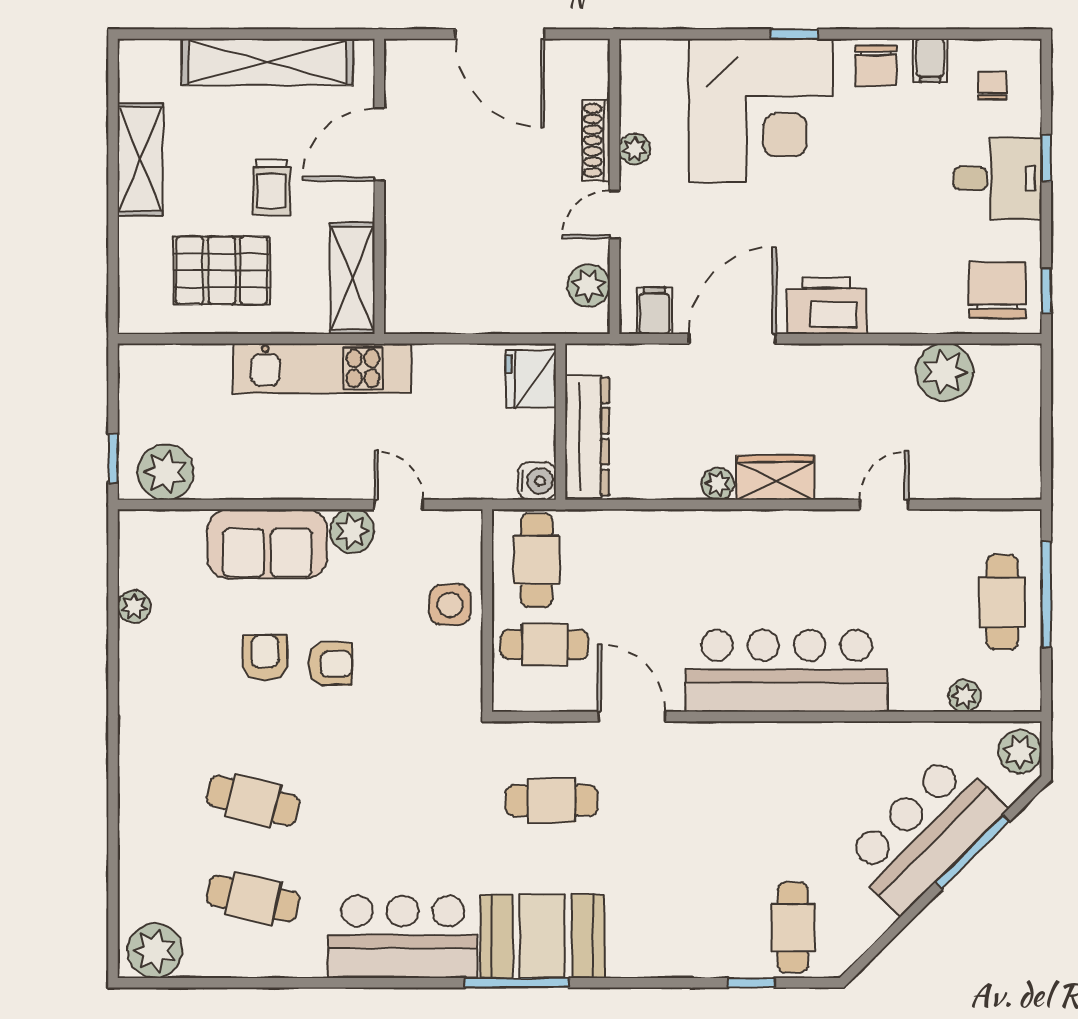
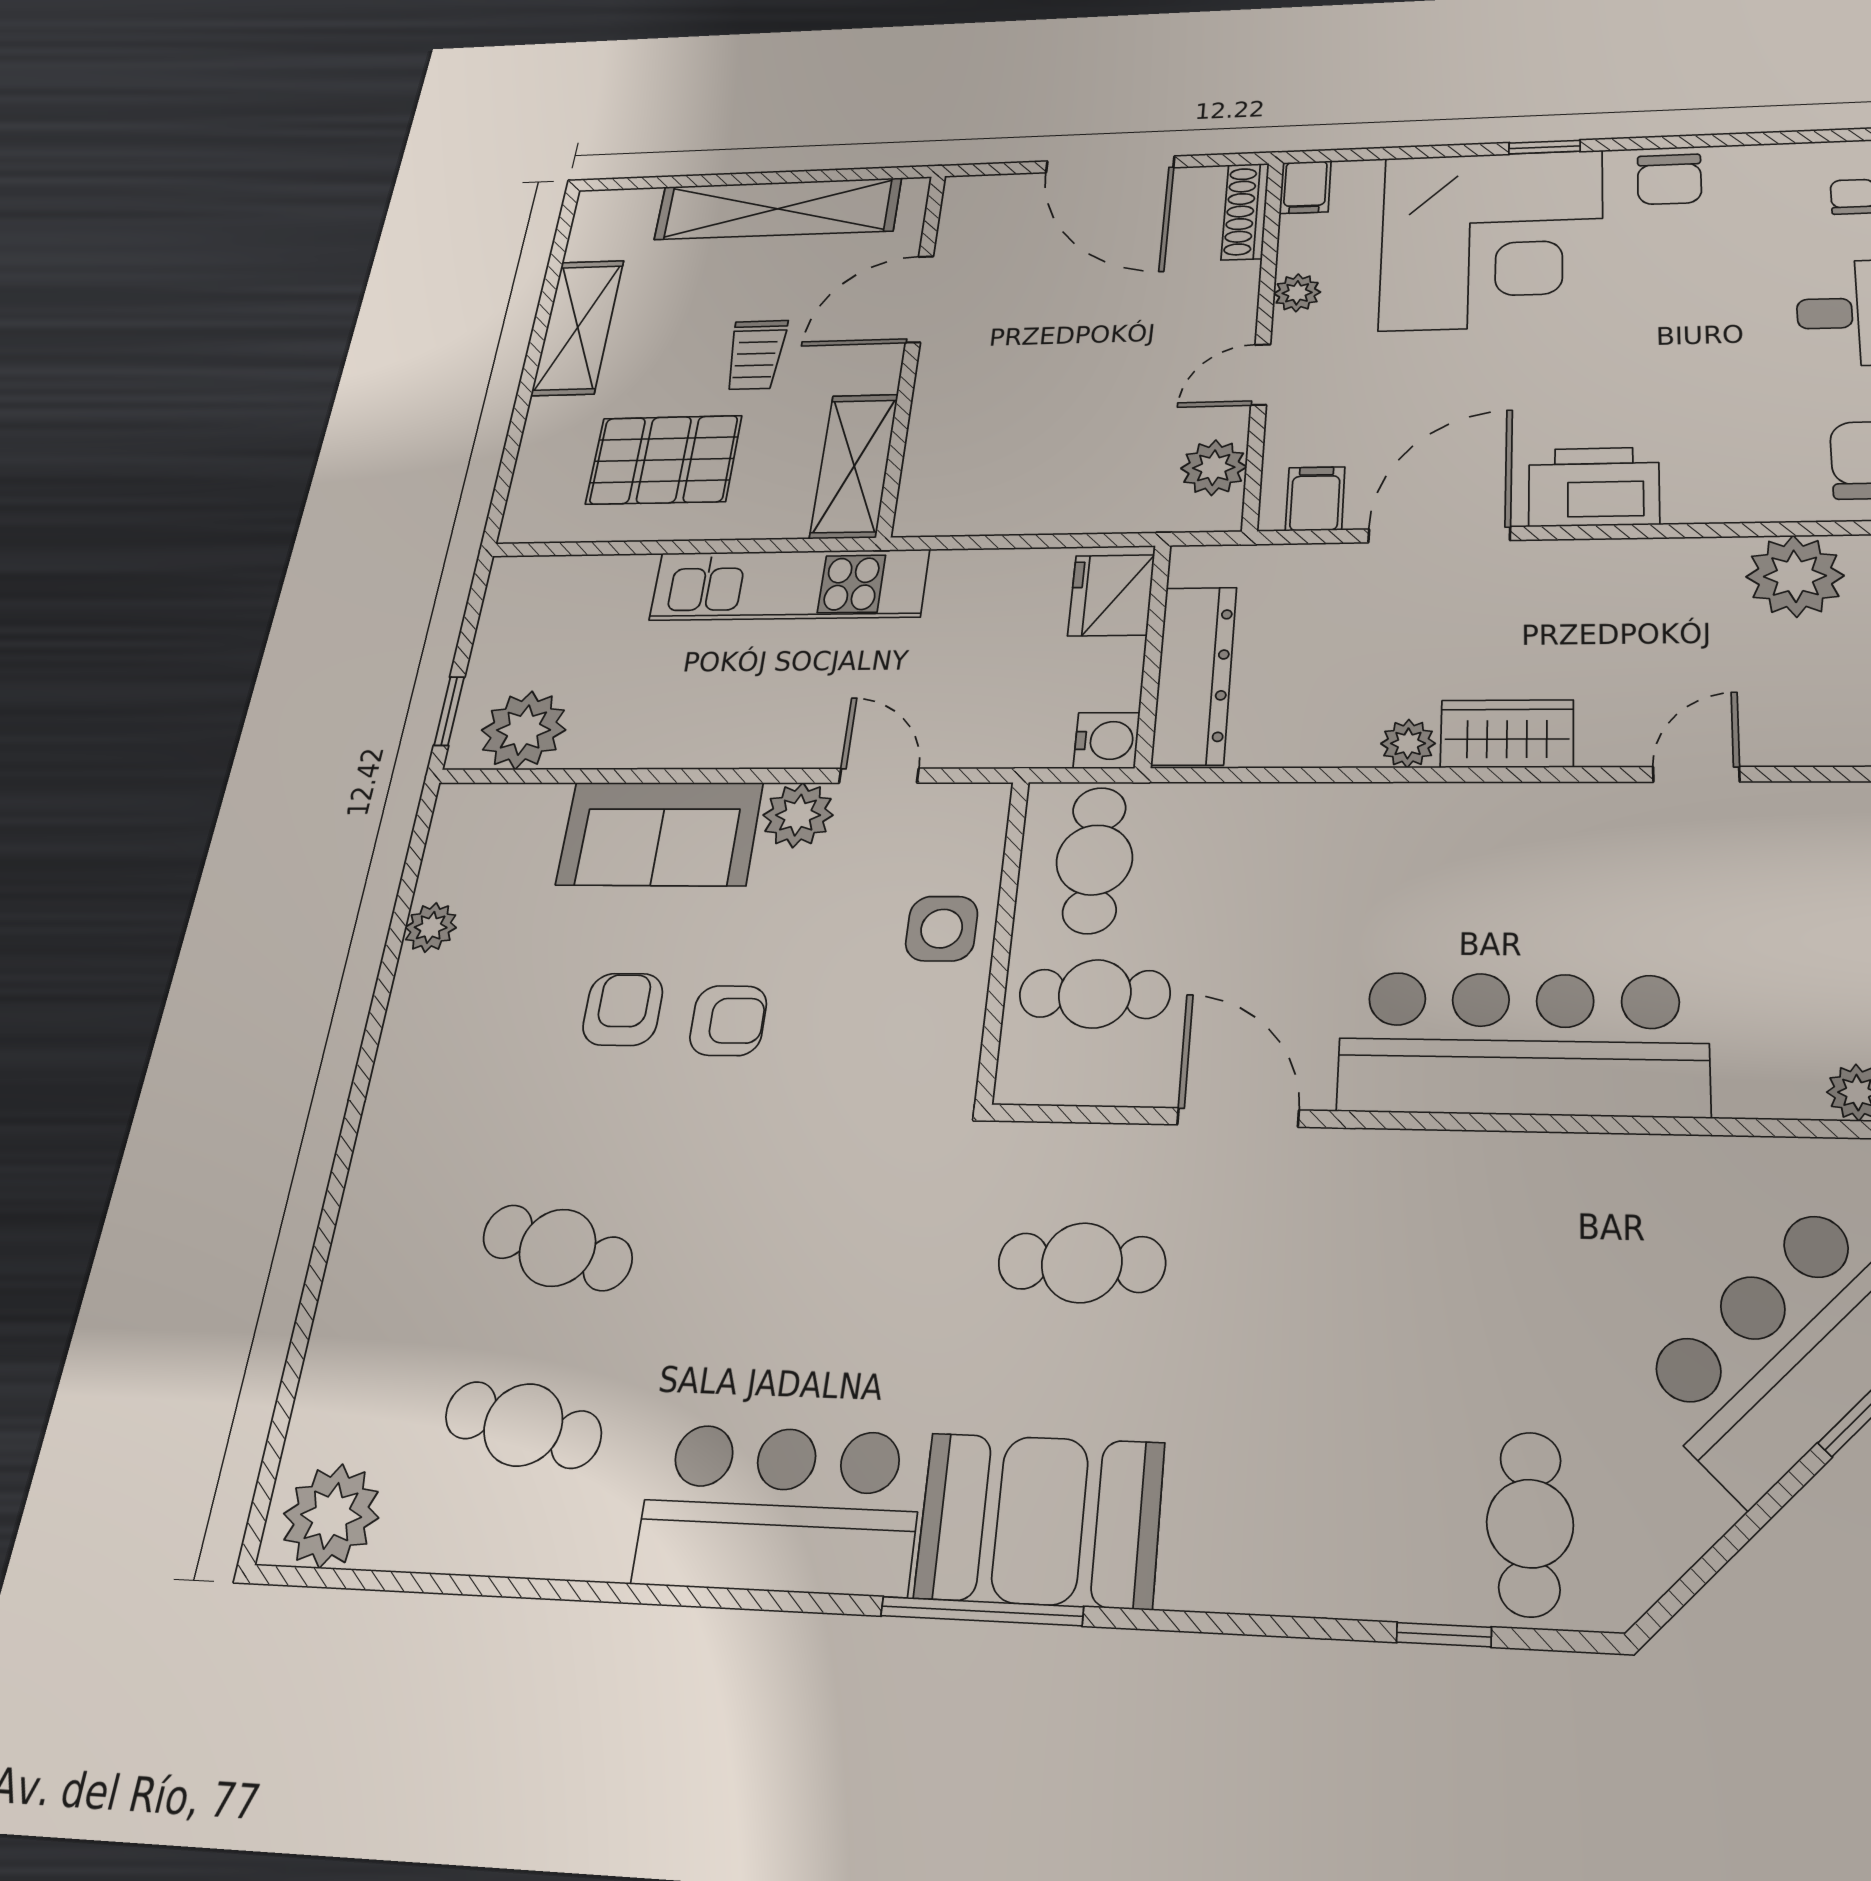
filing cabinet: (930, 61) -> (1305, 187), moved
shoe rack: (596, 140) -> (1245, 211), moved

